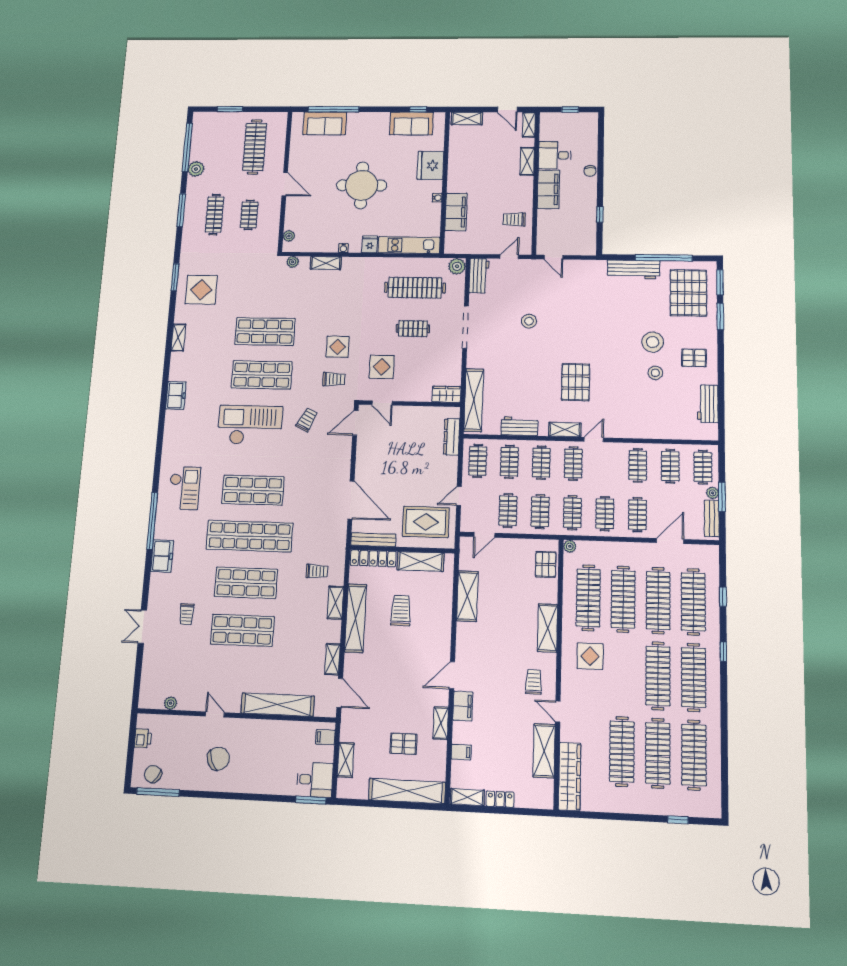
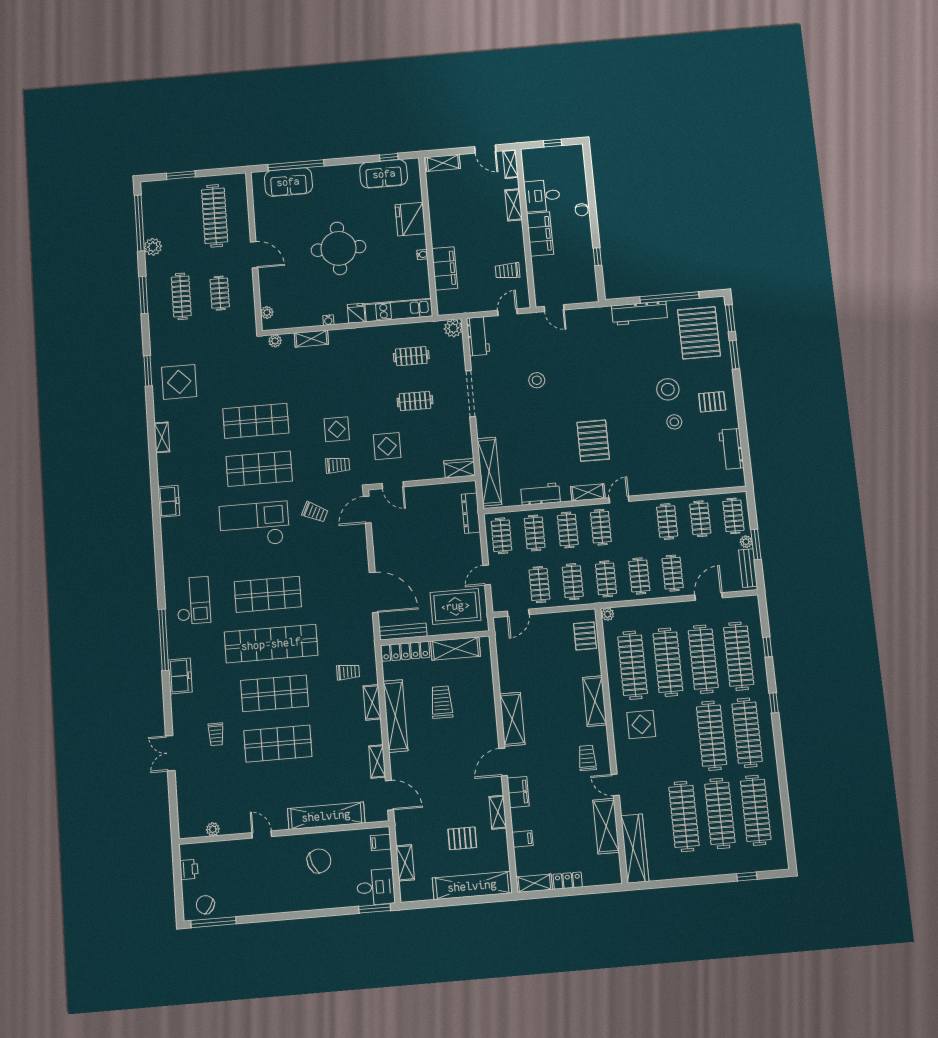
clothes rail: (415, 288) -> (411, 356), width x0.54, depth x0.76
trolley: (307, 420) -> (315, 512), turned 89
shelving: (467, 596) -> (512, 719), moved
chair: (218, 759) -> (319, 861), moved

